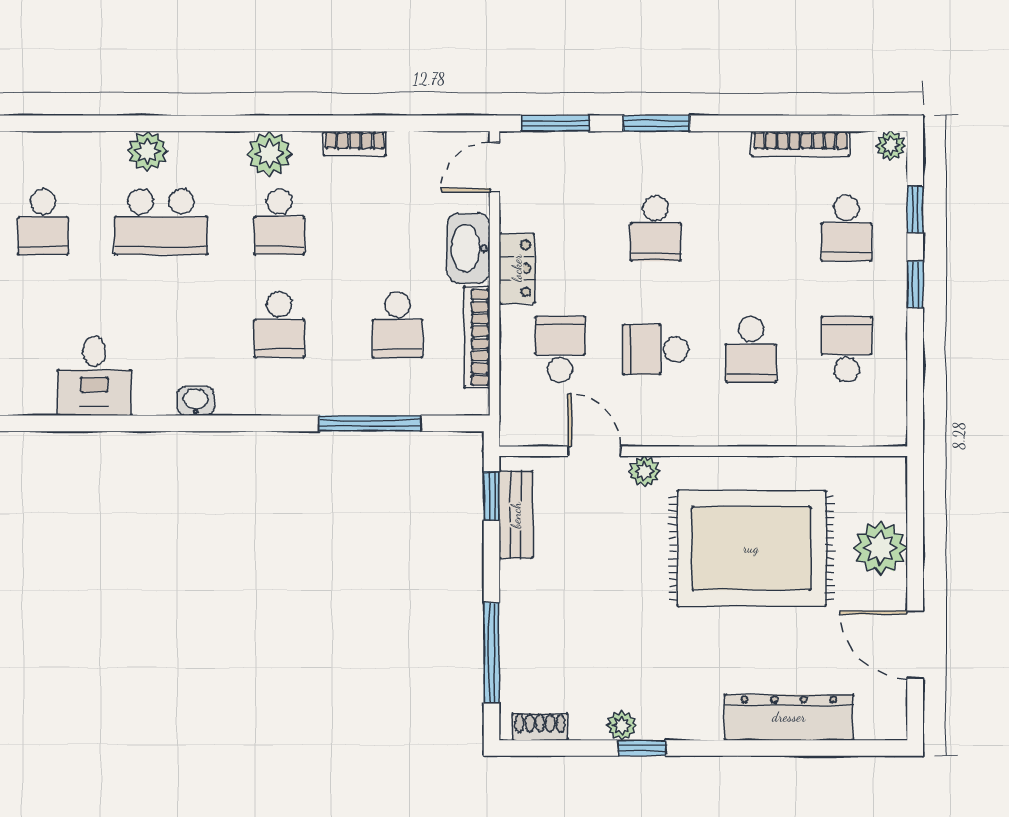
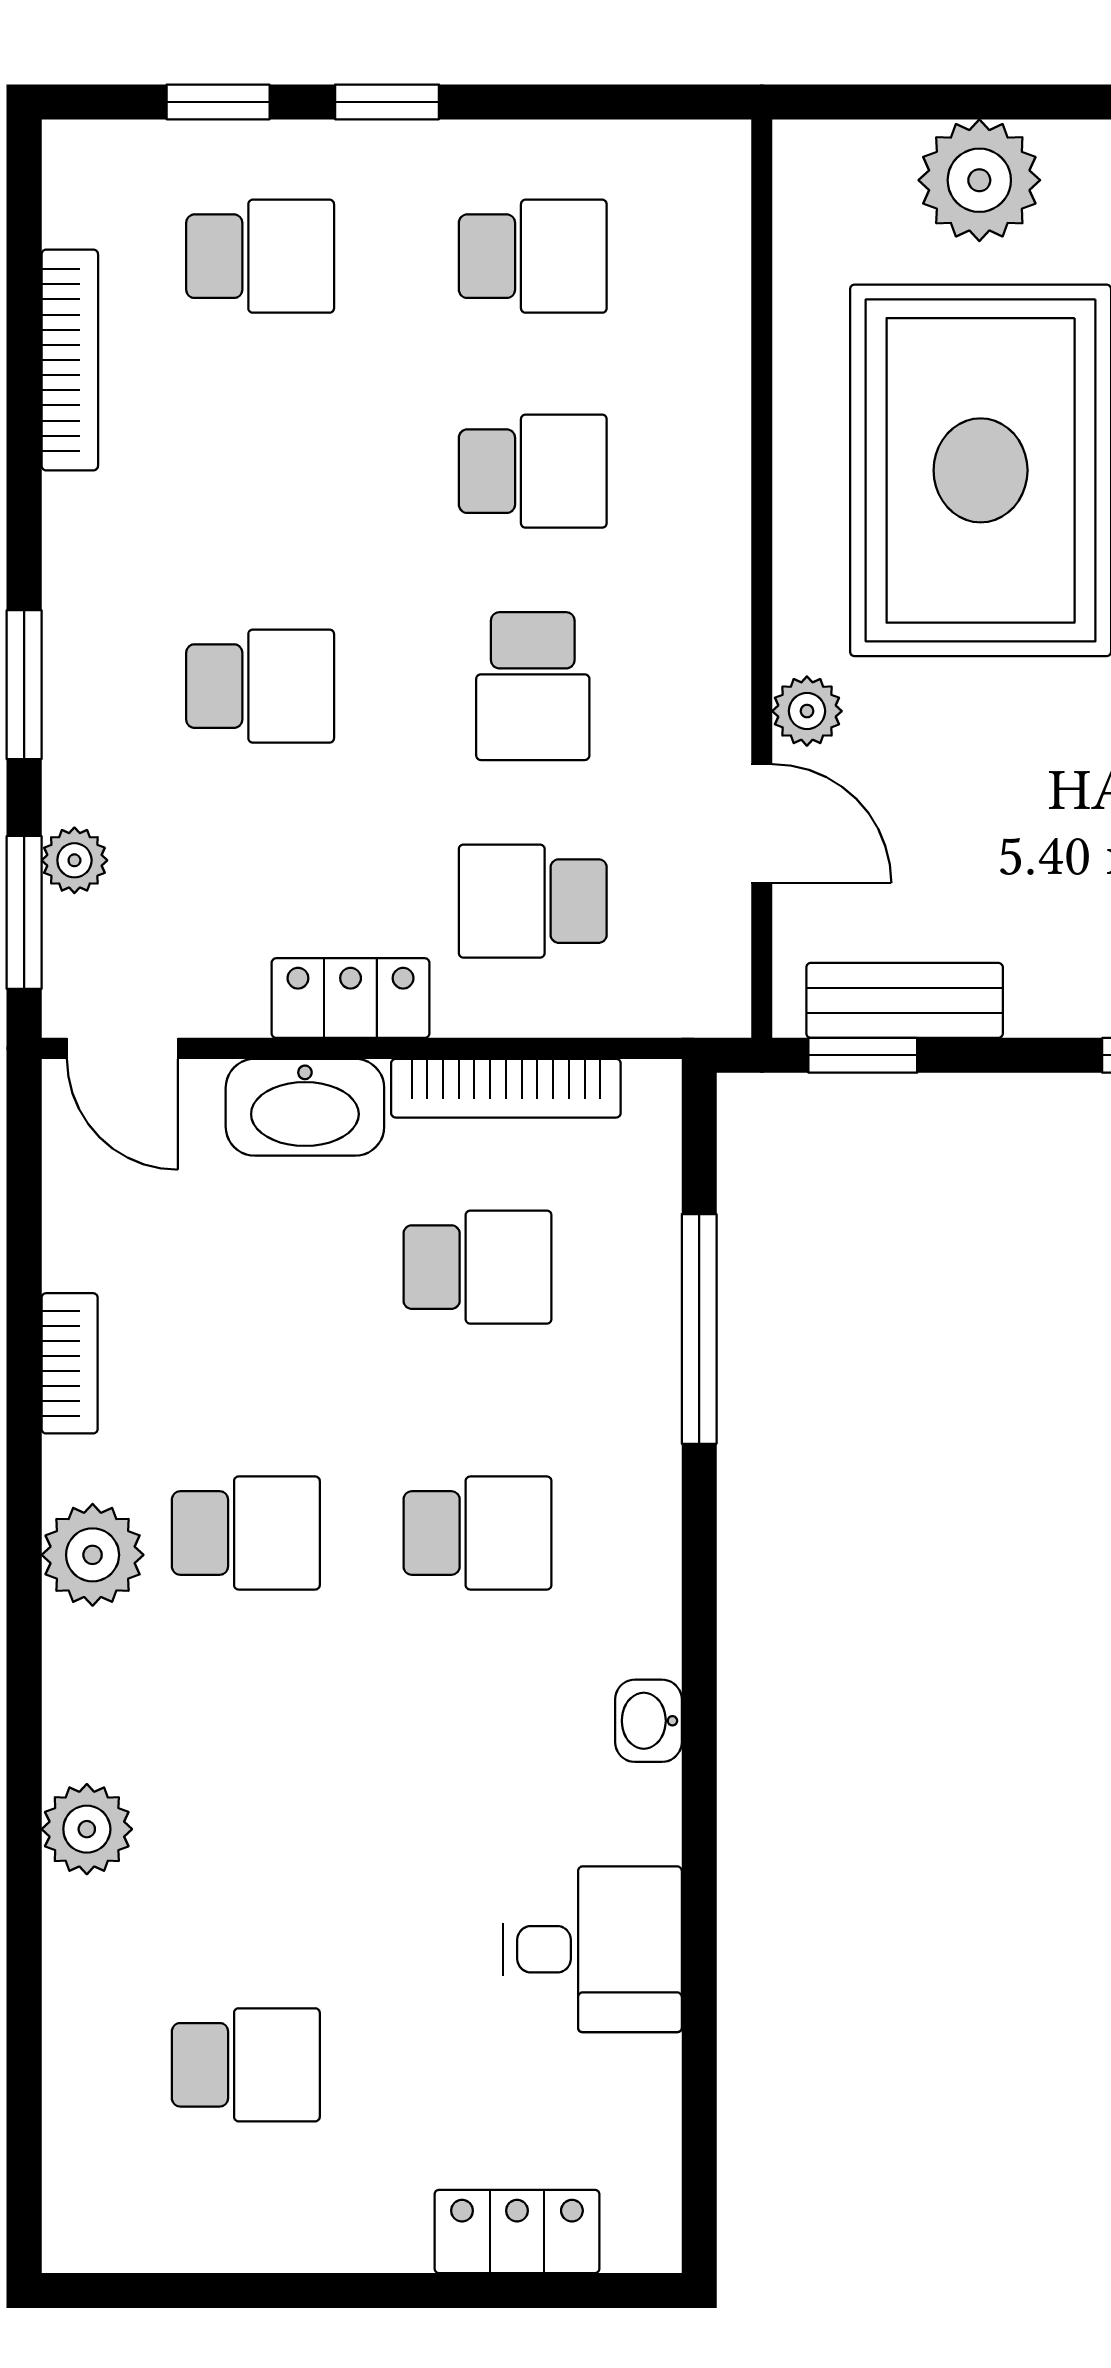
plant: (891, 146) -> (74, 860), moved
school desk: (161, 222) -> (246, 1799), removed
school desk: (847, 349) -> (533, 256), turned 180
door: (594, 451) -> (762, 824), swing flipped

